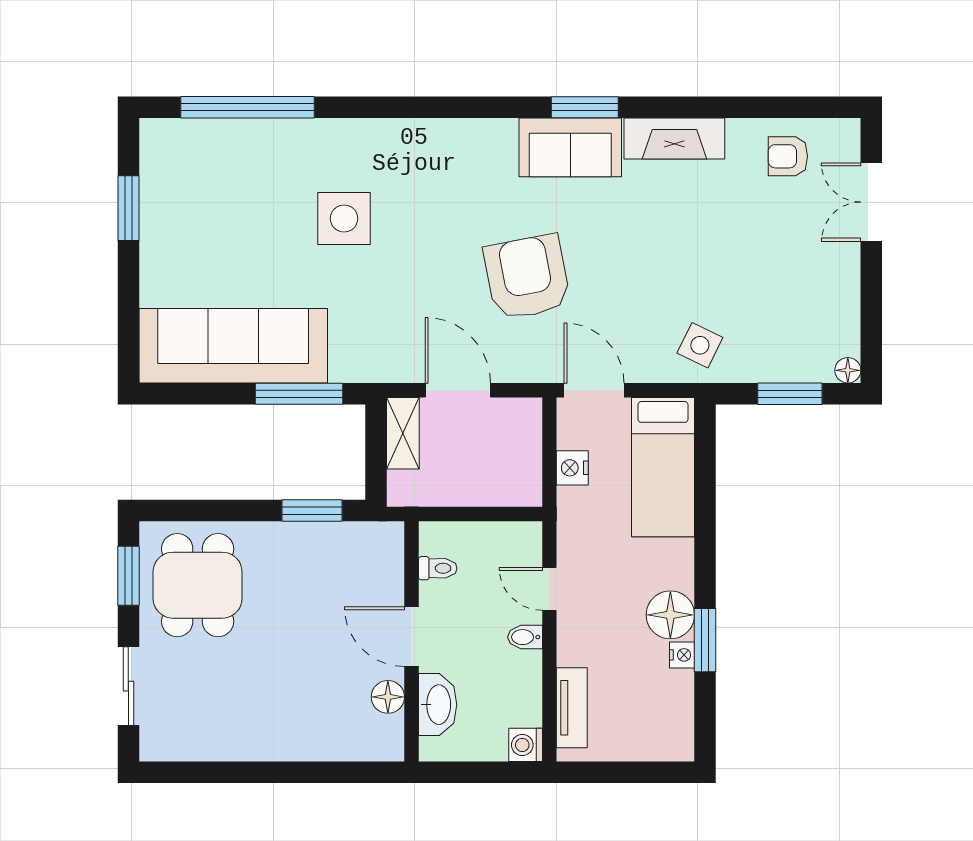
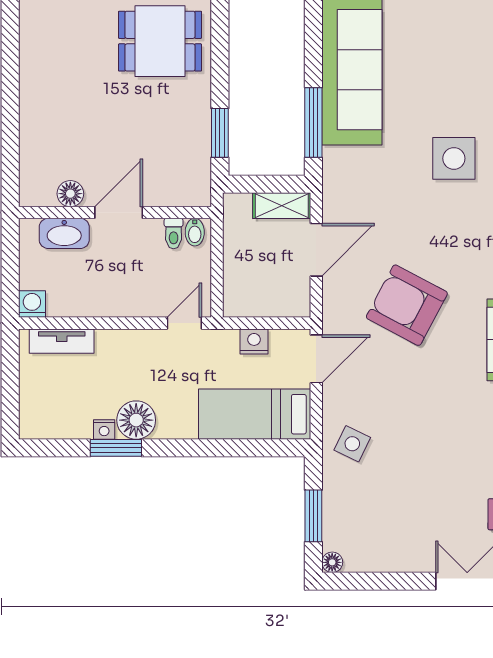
armchair: (527, 277) -> (407, 305), turned -141
door: (549, 589) -> (184, 323), moved
bidet: (525, 637) -> (195, 232), moved, turned 180

